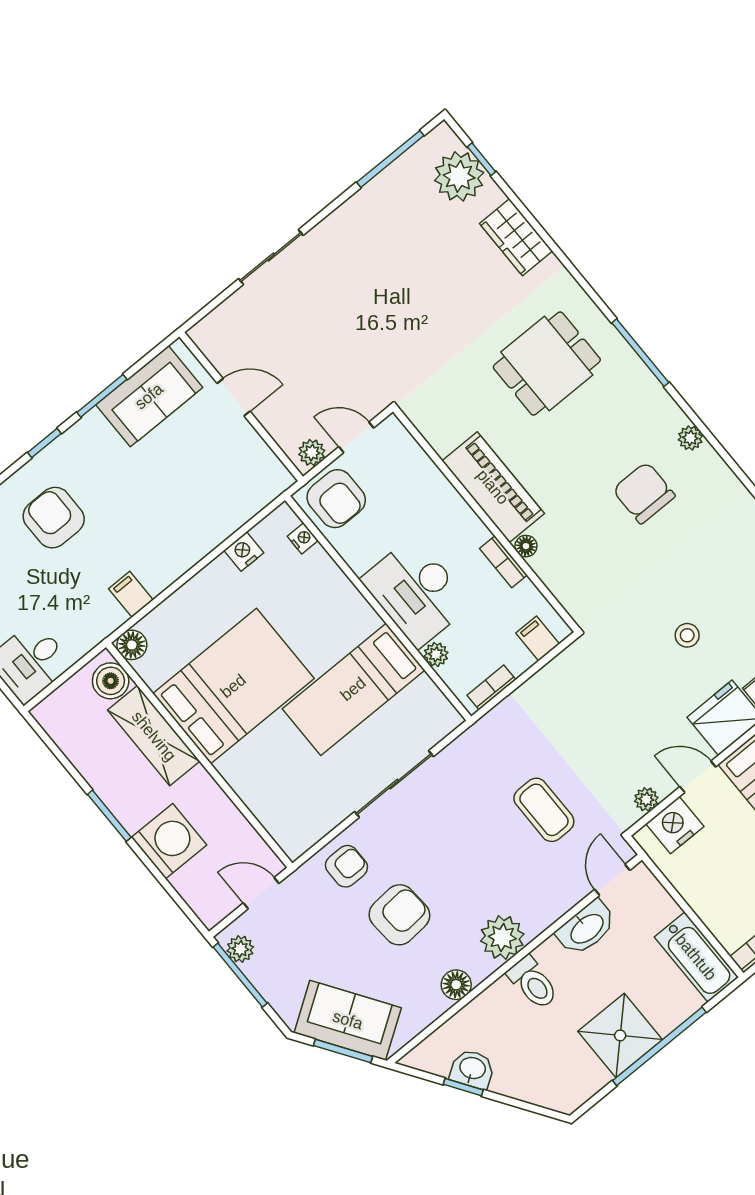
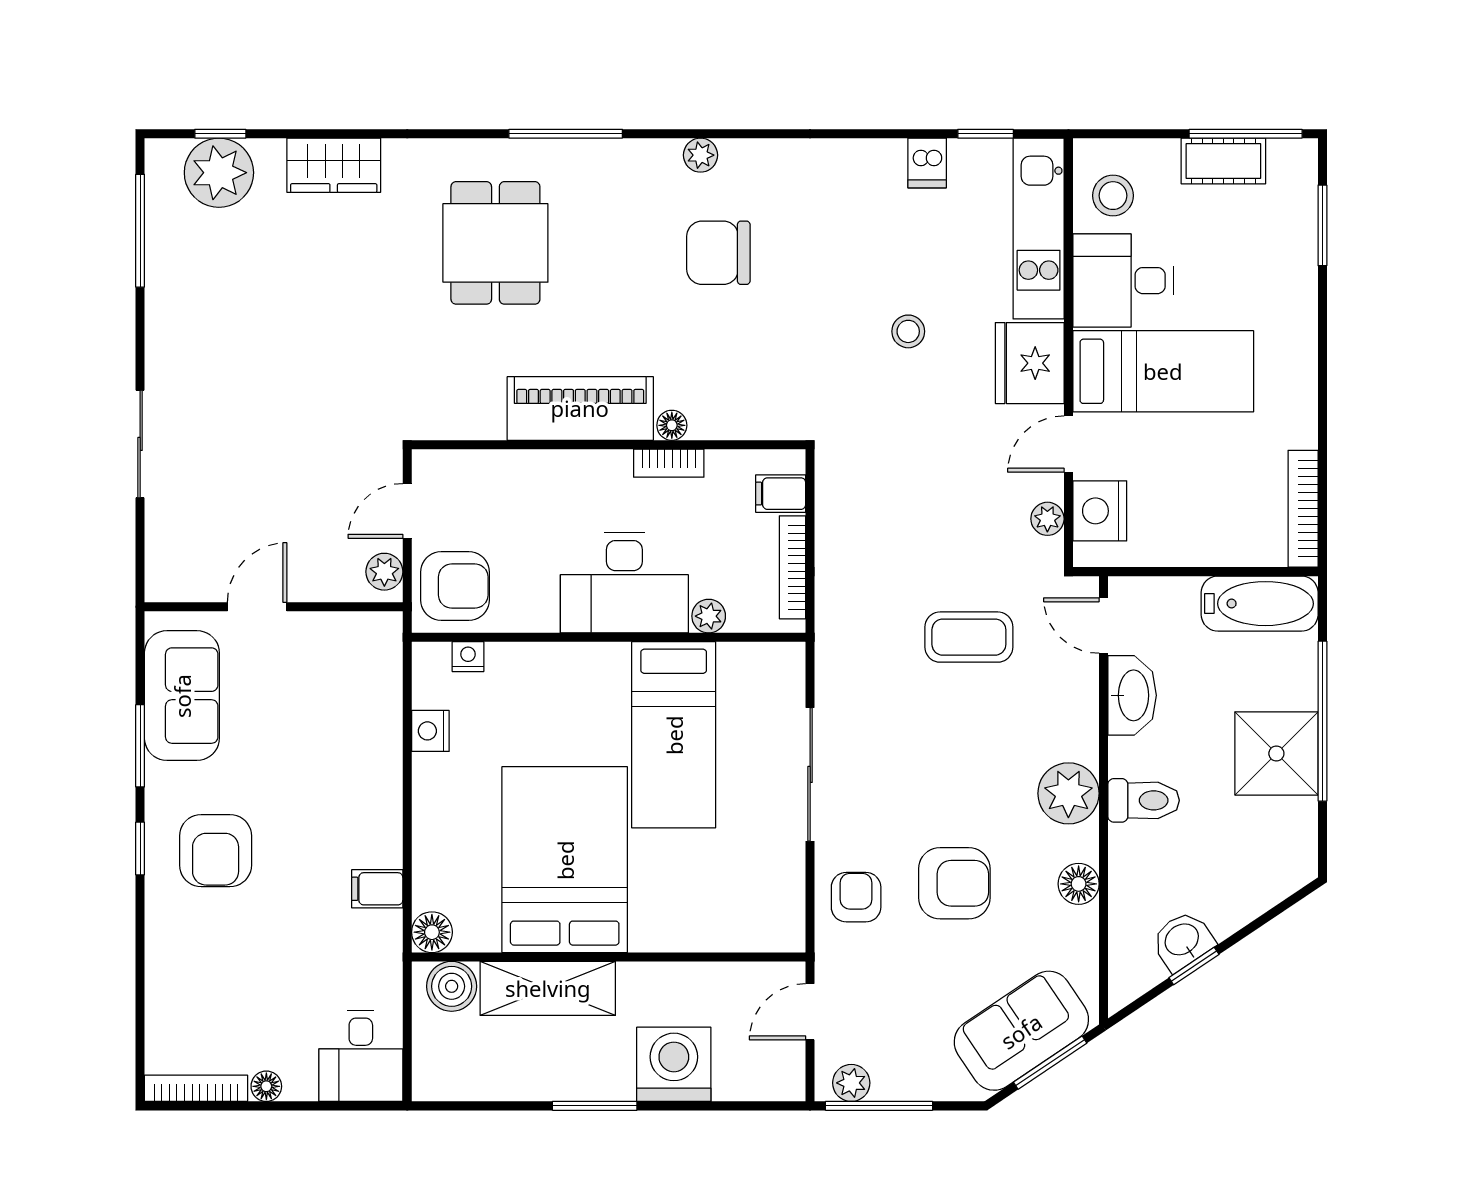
armchair: (54, 518) -> (216, 851), moved, turned -90
bookcase: (491, 687) -> (792, 567), width x1.56
armchair: (399, 915) -> (954, 883), turned 94

